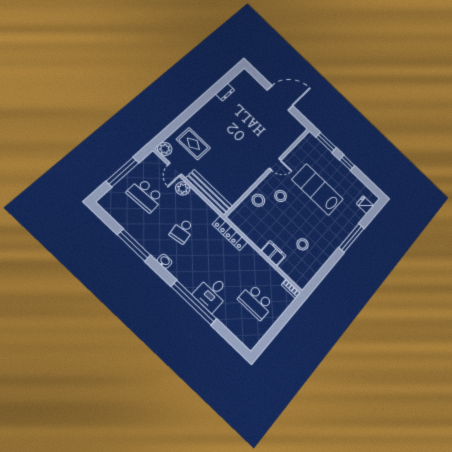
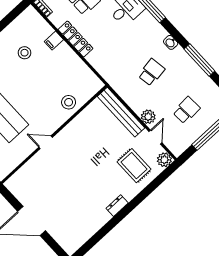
dresser: (225, 92) -> (117, 206), moved
school desk: (145, 195) -> (186, 110), width x0.54
stool: (281, 196) -> (43, 106), removed
locker: (230, 233) -> (75, 39), moved
filing cabinet: (273, 253) -> (54, 41), width x0.50

